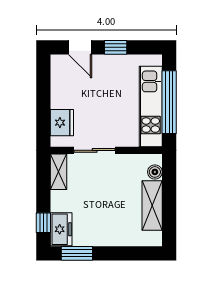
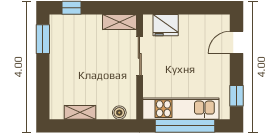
window: (116, 47) -> (236, 96), moved
shelving: (152, 205) -> (80, 112), width x0.67, depth x0.75
freezer: (61, 229) -> (65, 25), removed

